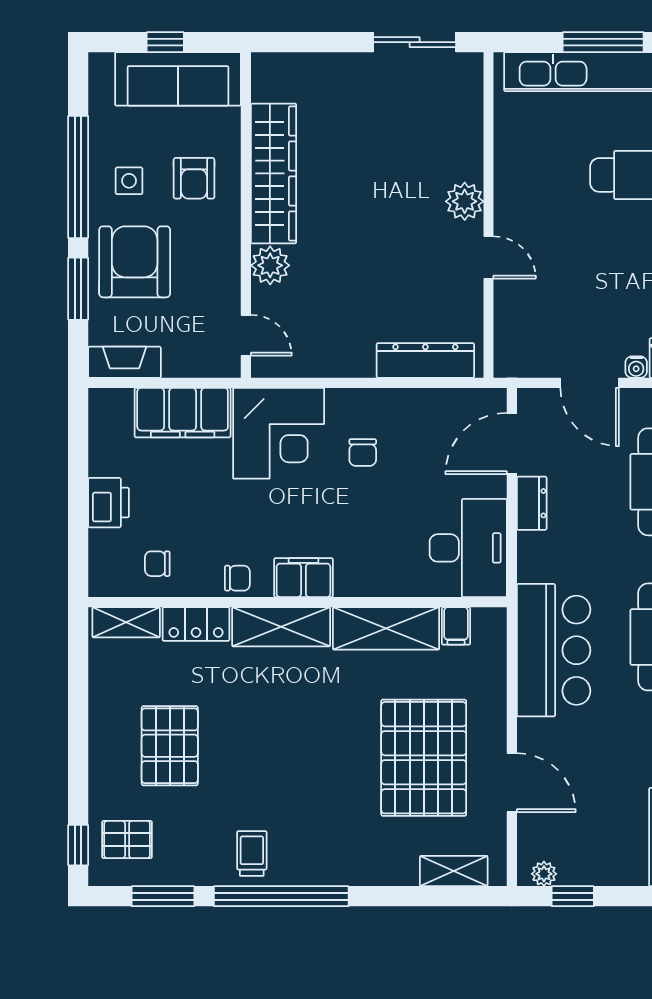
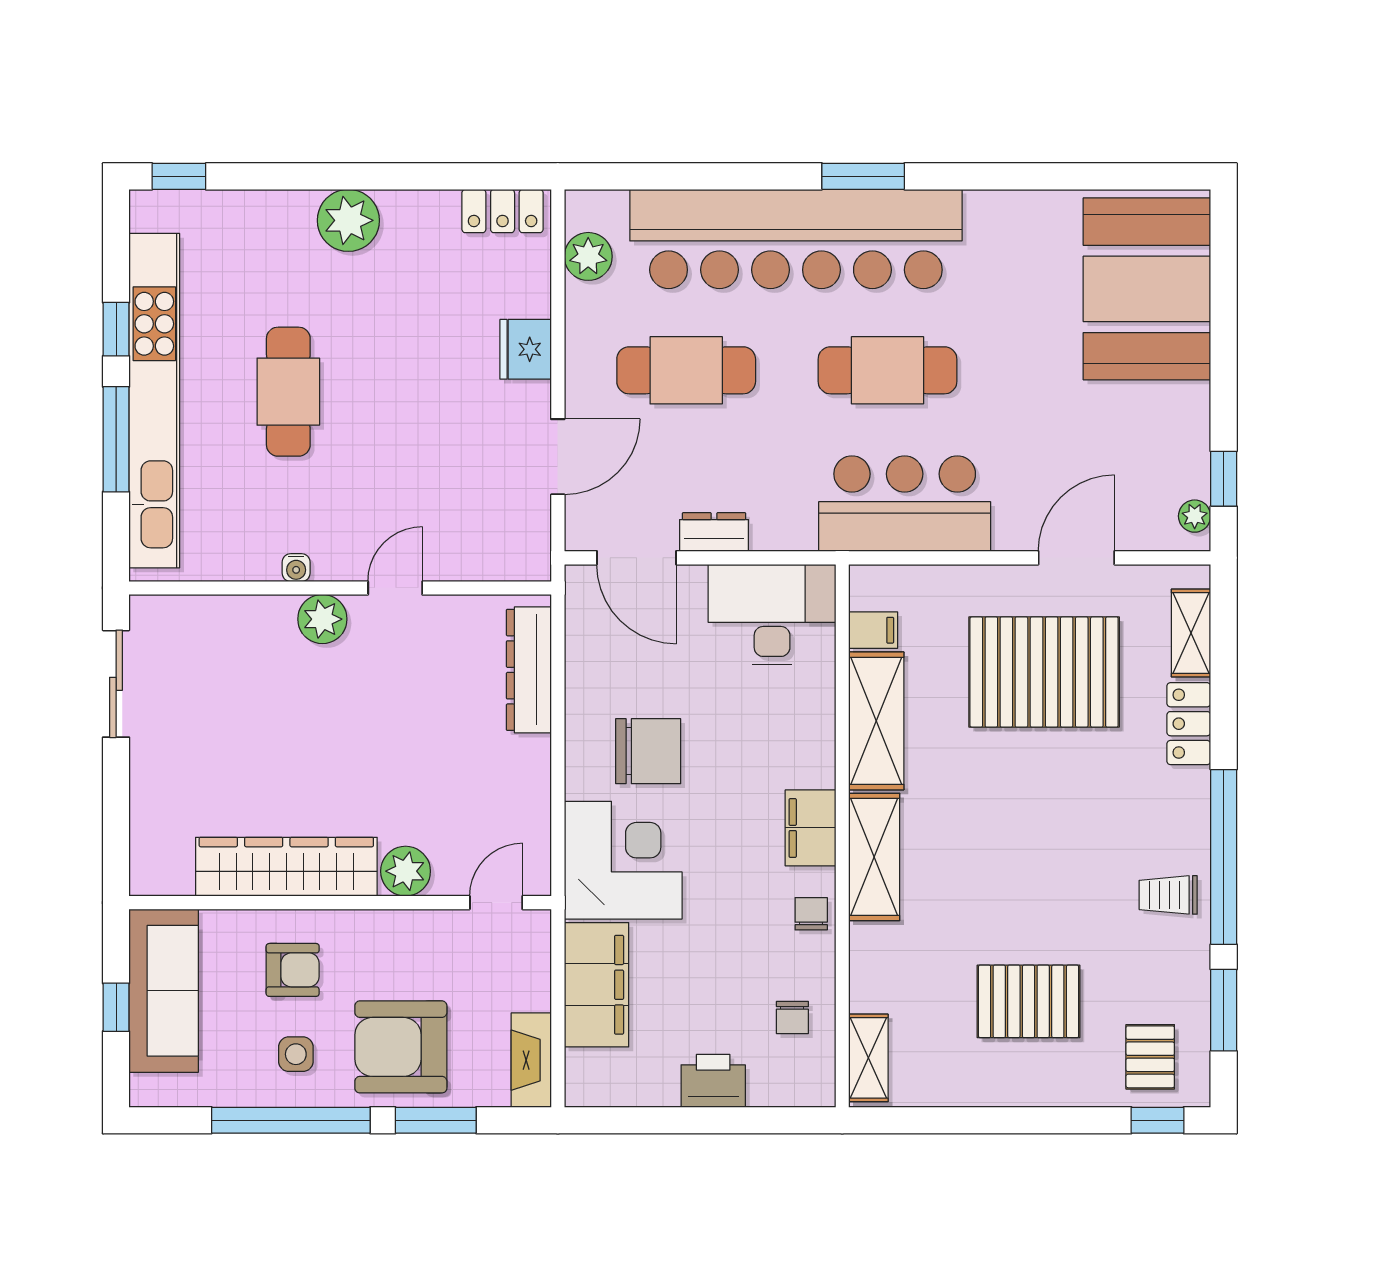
water cooler: (636, 367) -> (296, 568), moved, turned 90
chair: (363, 452) -> (648, 751), width x1.87, depth x1.87
locker: (196, 624) -> (1189, 724), moved, turned 180

